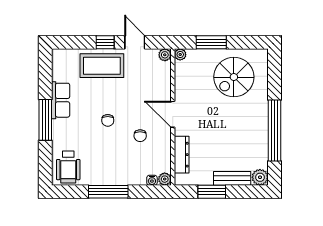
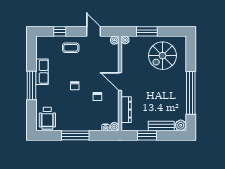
window: (105, 42) -> (60, 31), moved
coffee table: (102, 66) -> (71, 48), width x0.54, depth x0.58

